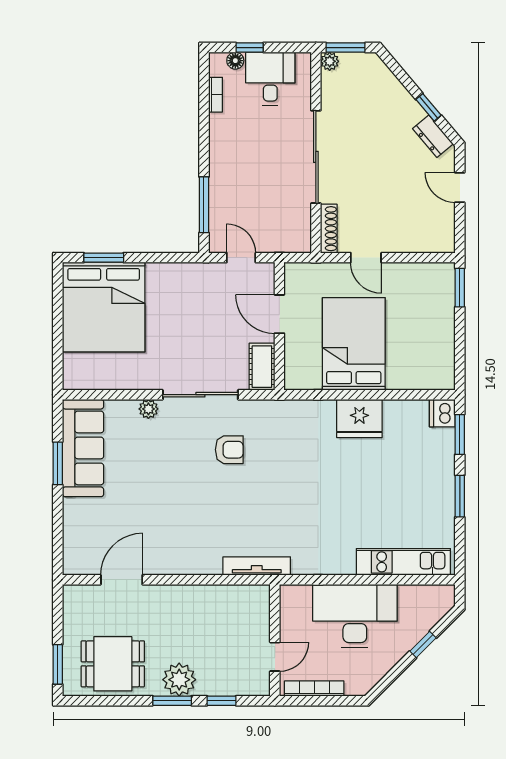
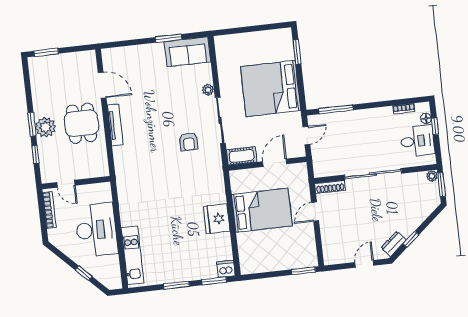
bed: (104, 307) -> (271, 89), moved
sofa: (83, 448) -> (188, 52), width x0.73
tv unit: (257, 566) -> (115, 125), moved
dining table: (113, 664) -> (81, 123), moved

